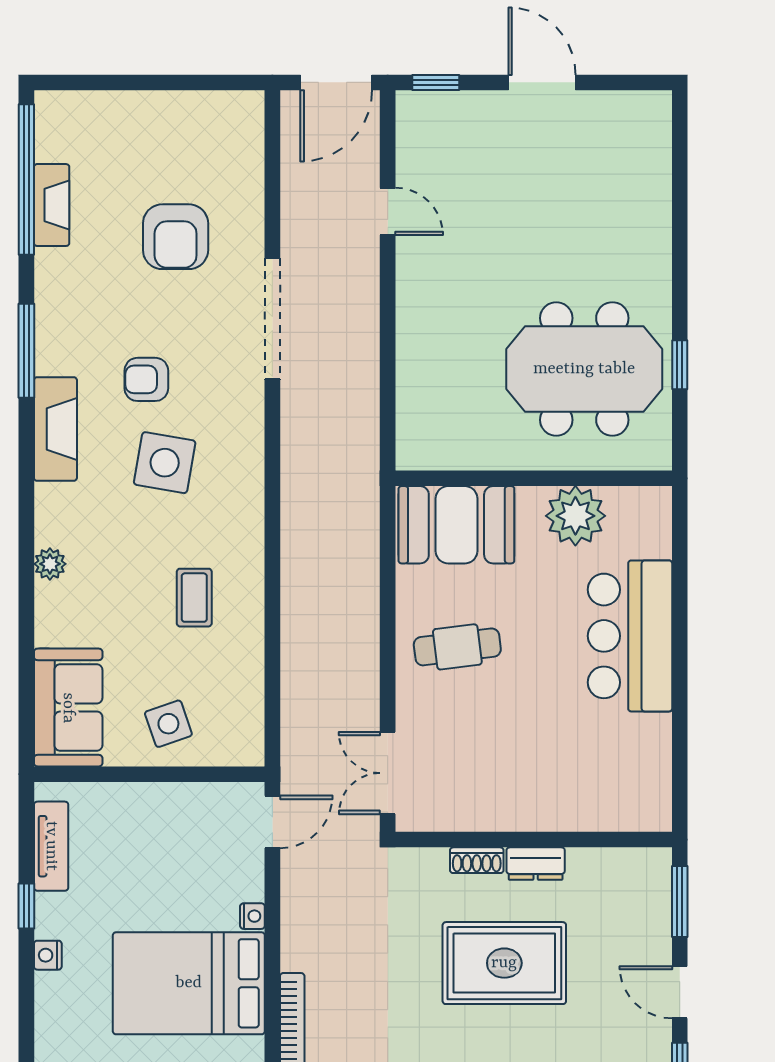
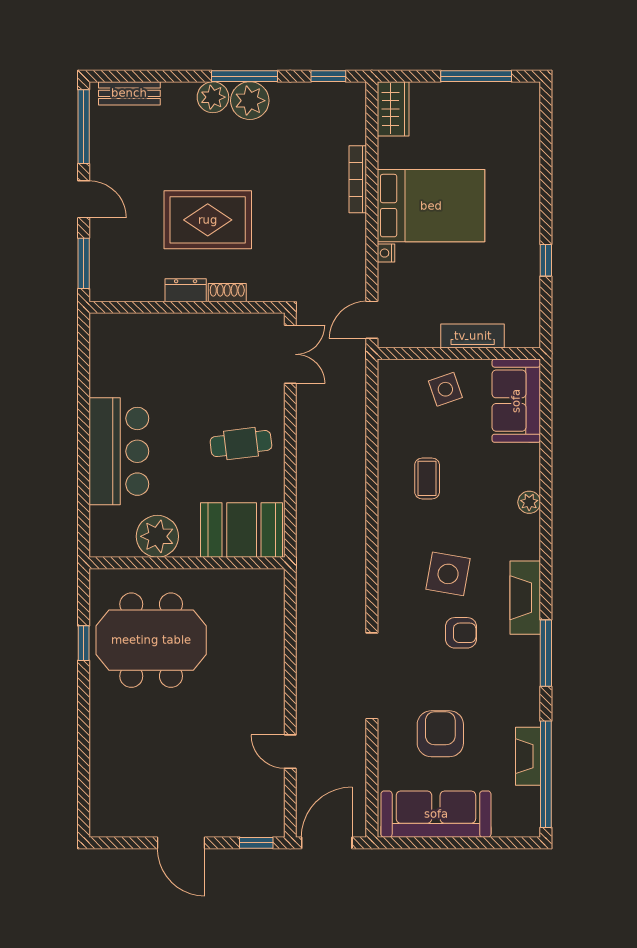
sofa: (182, 123) -> (436, 814), added
tv unit: (51, 846) -> (473, 336), moved, turned 90
nightstand: (48, 955) -> (531, 225), removed

